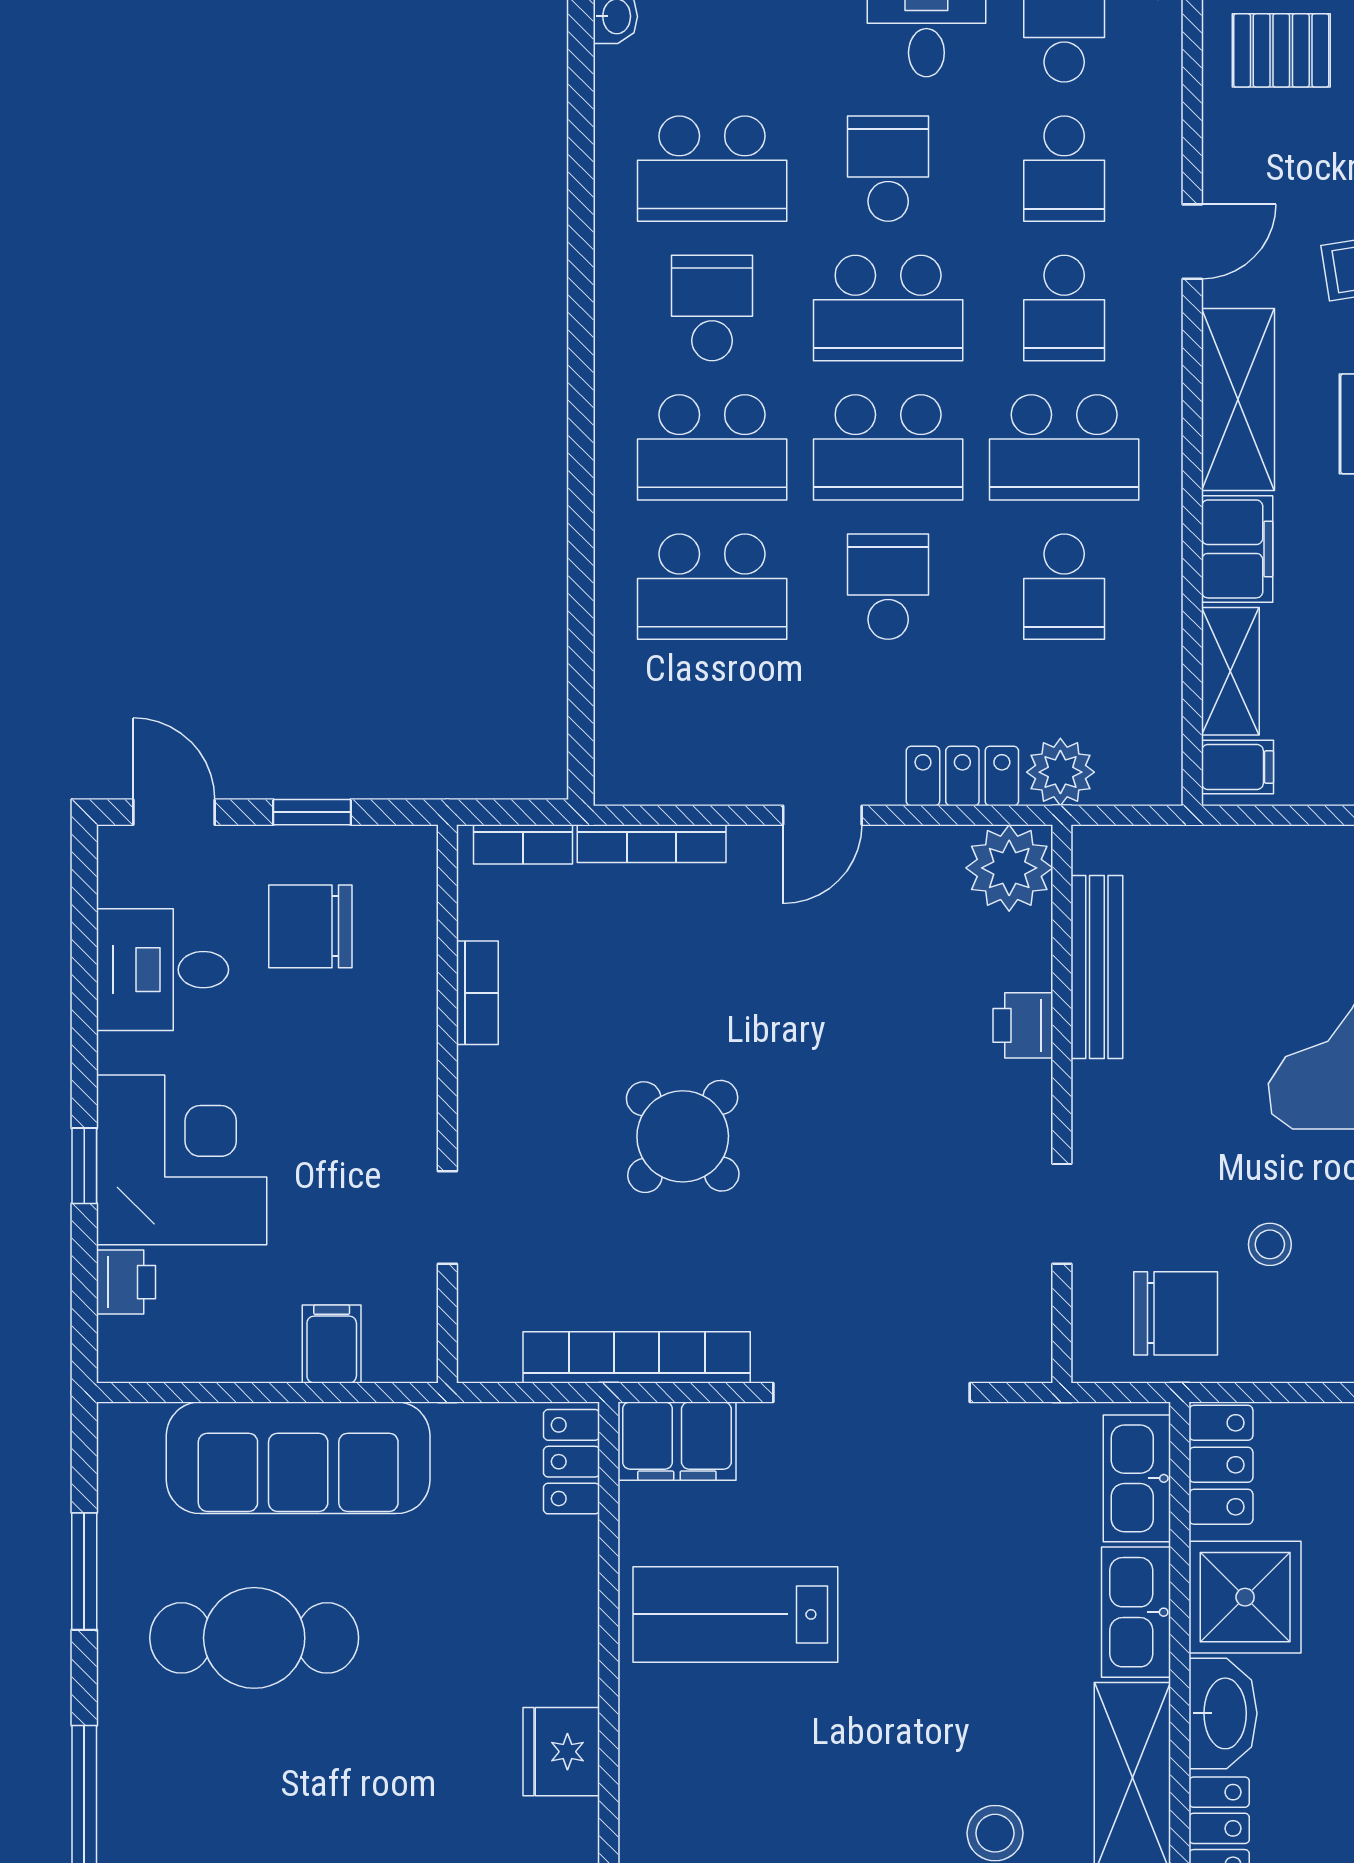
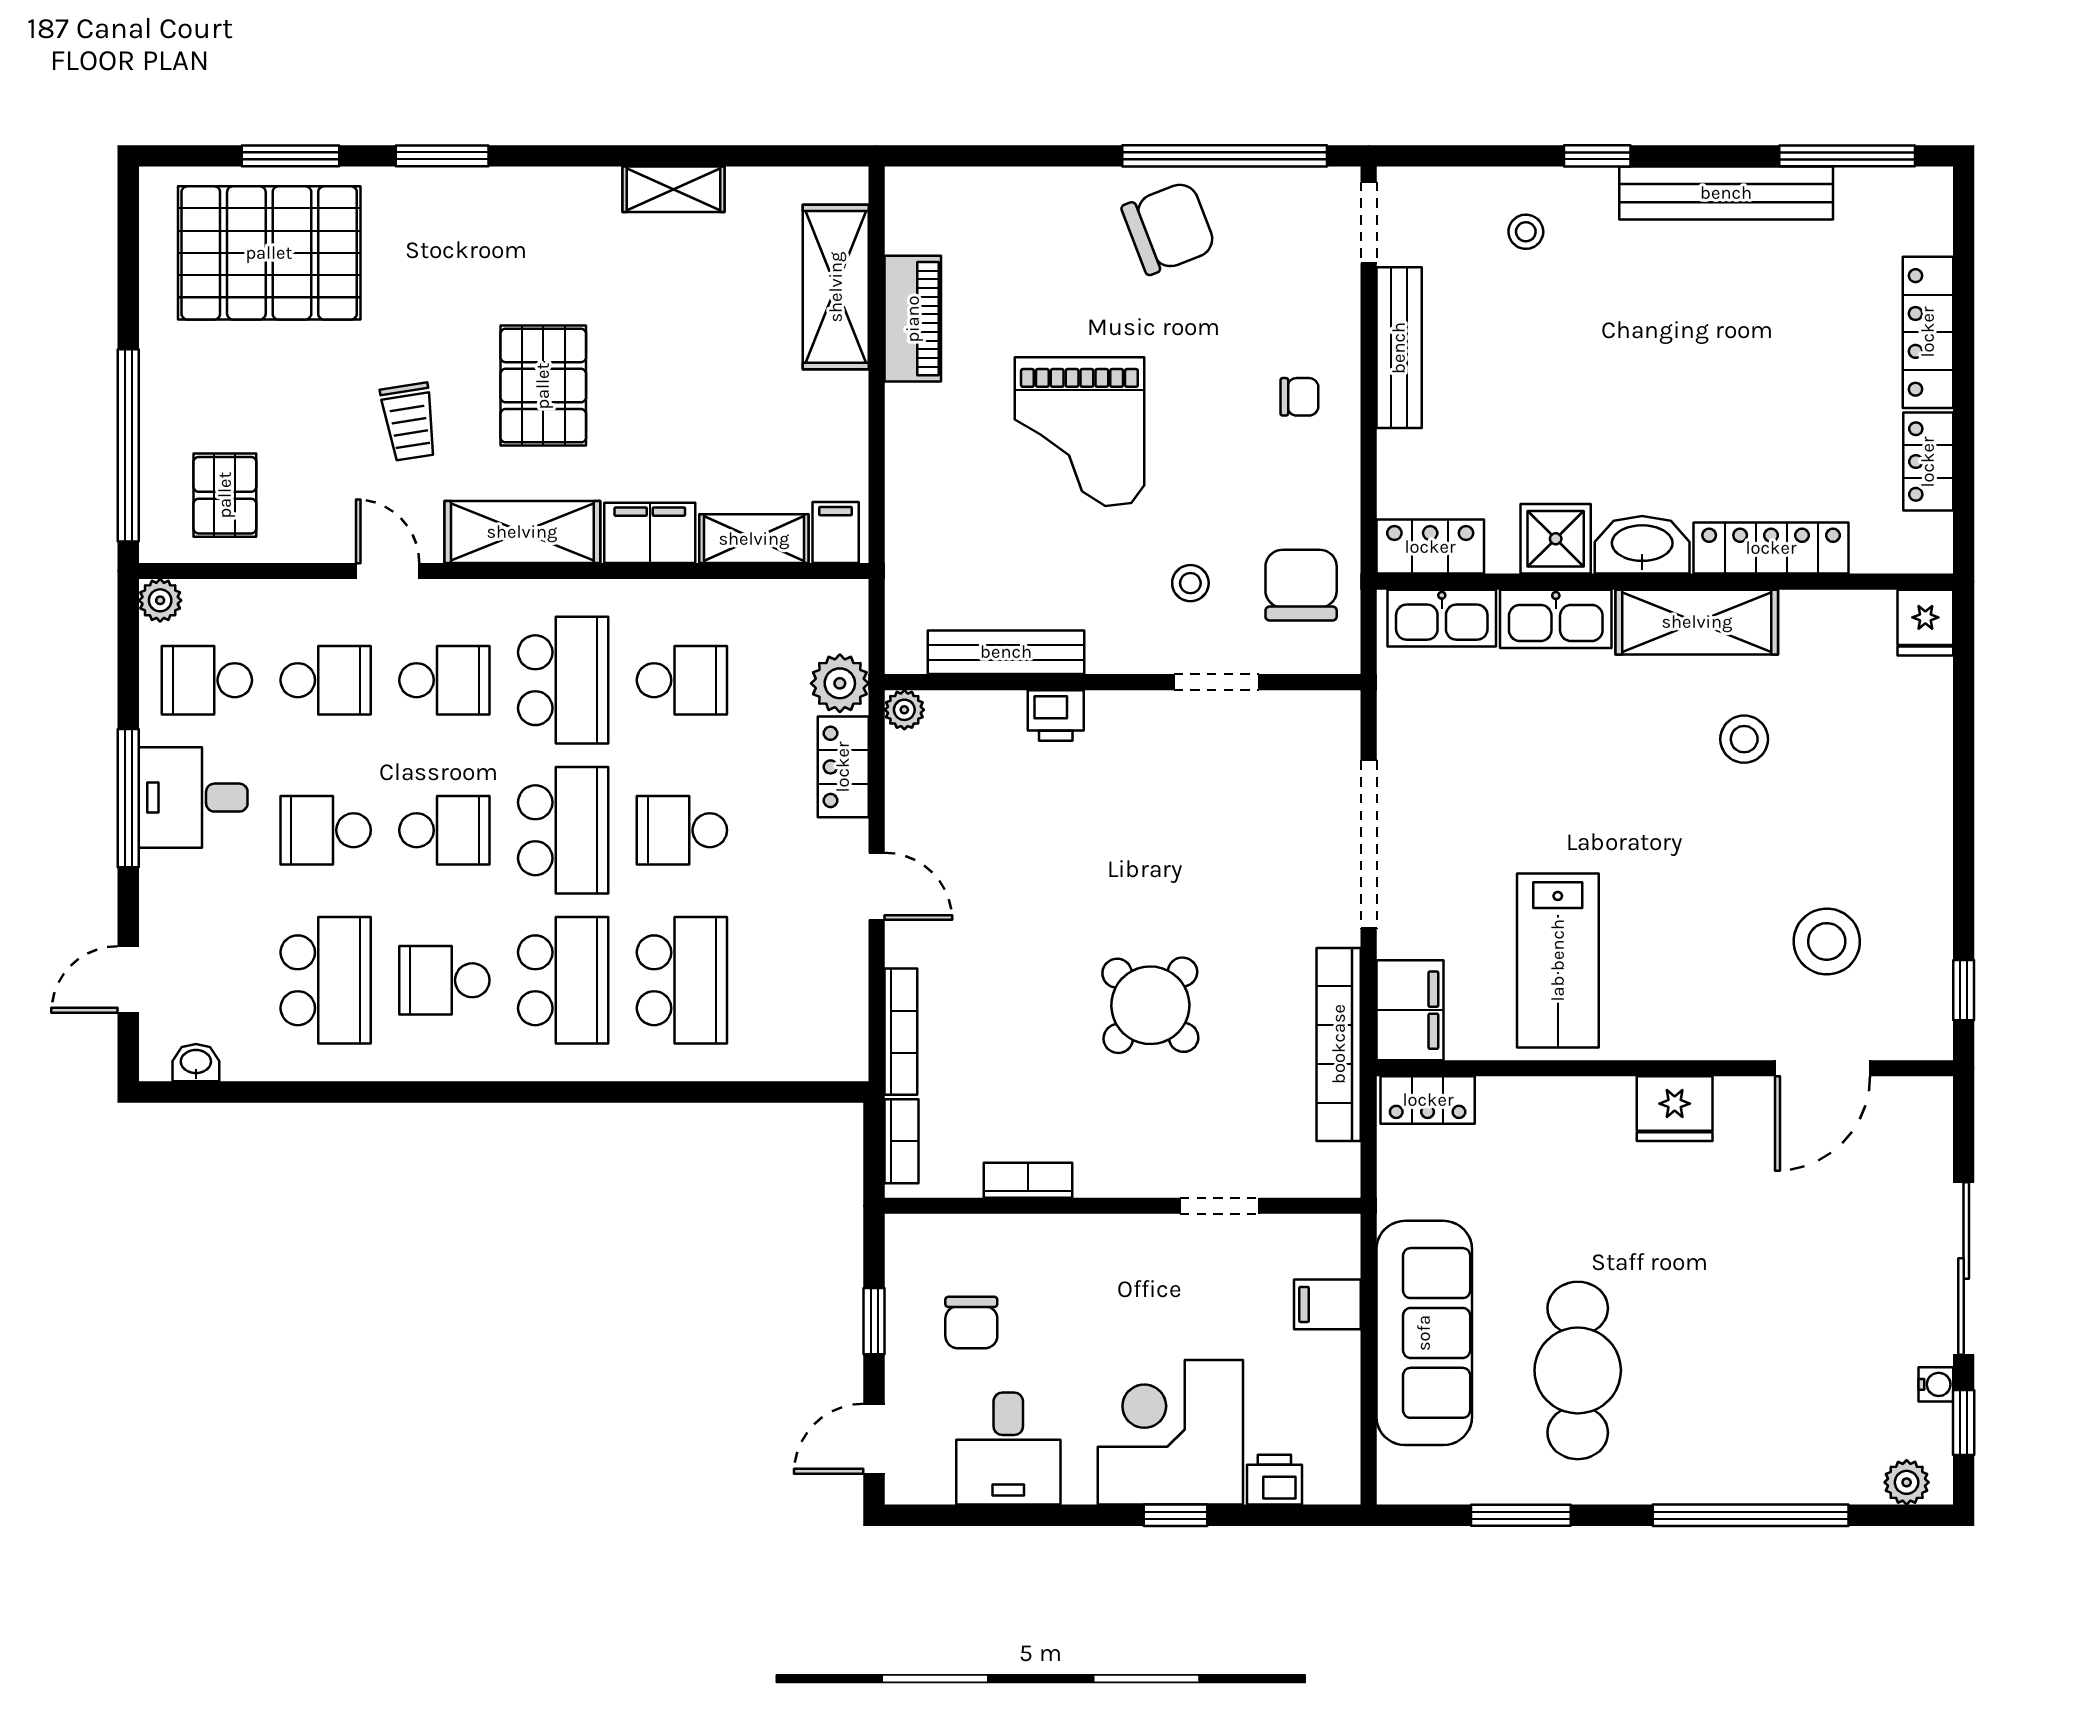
school desk: (888, 308) -> (444, 830), width x0.54
plant: (1009, 868) -> (904, 710), width x0.53, depth x0.53
chair: (310, 926) -> (971, 1323), width x0.73, depth x0.73
stool: (1270, 1244) -> (1190, 583), moved
shower: (1245, 1597) -> (1556, 539), width x0.73, depth x0.73

